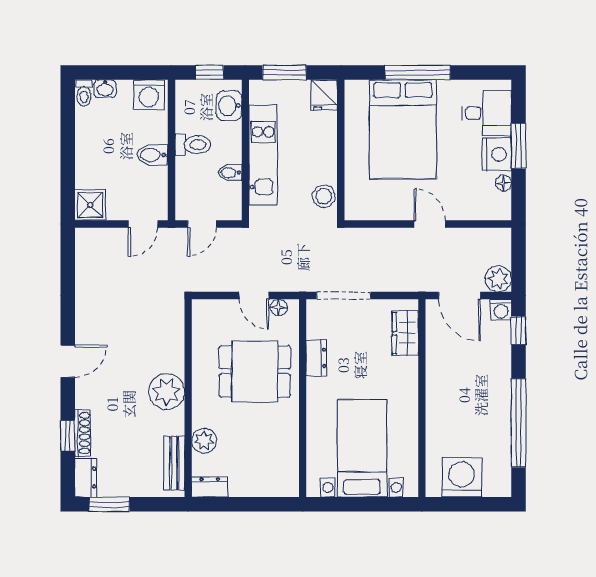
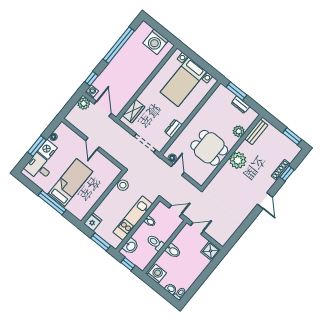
bed: (403, 129) -> (70, 183), width x0.67
door: (68, 361) -> (265, 201), swing flipped
dining table: (255, 371) -> (209, 148), moved
dresser: (86, 478) -> (293, 153), removed
dresser: (210, 487) -> (240, 105), moved
window: (262, 504) -> (236, 91), added

